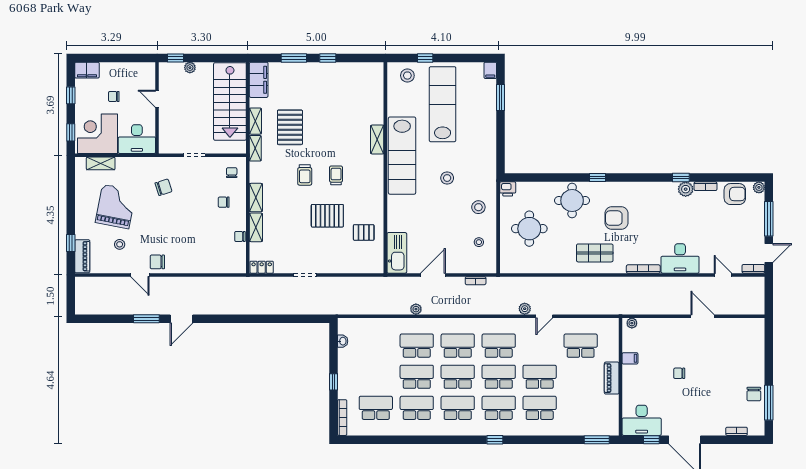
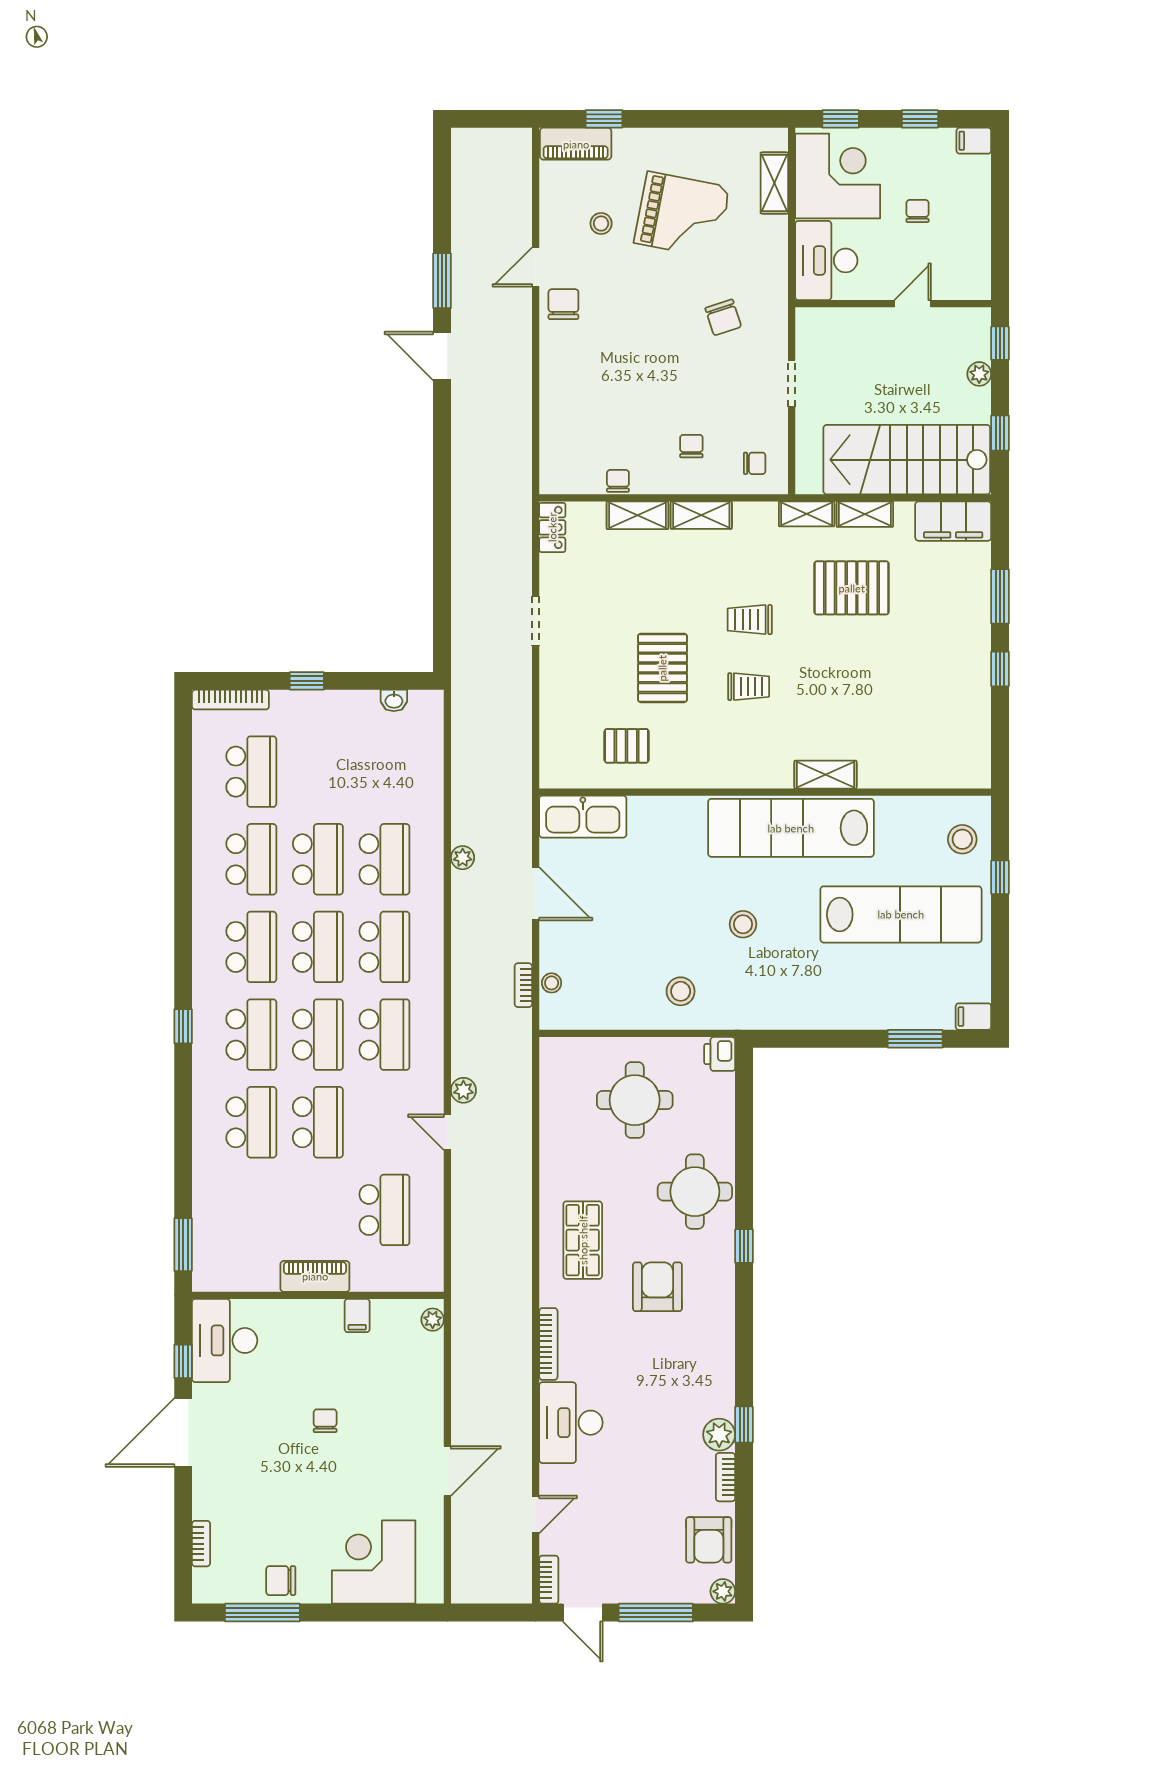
window: (217, 58) -> (1000, 433), added
filing cabinet: (87, 70) -> (974, 141), width x0.50
pallet: (364, 232) -> (627, 746), turned 90
stool: (479, 242) -> (552, 983), moved
corner desk: (745, 351) -> (374, 1562), added

